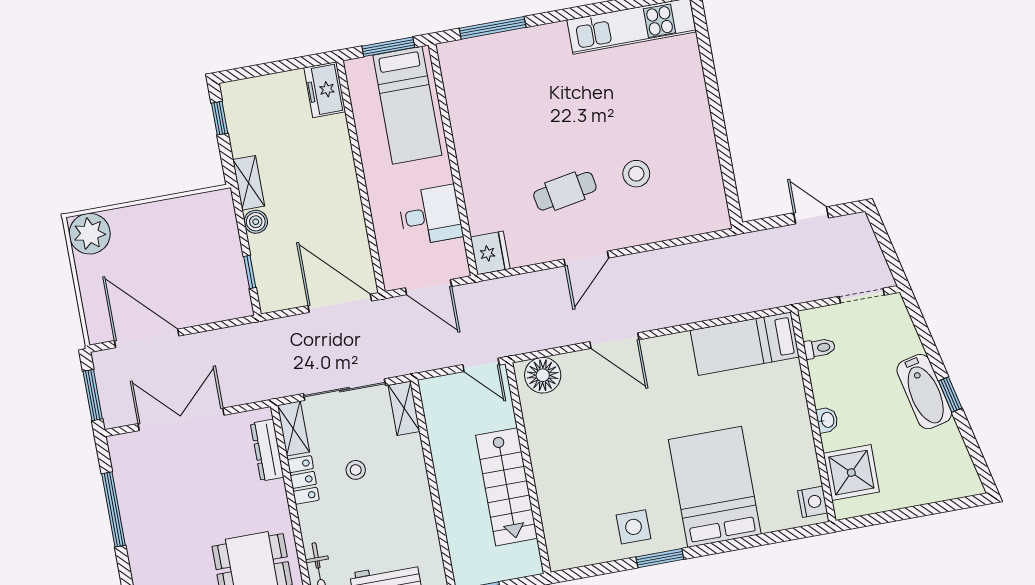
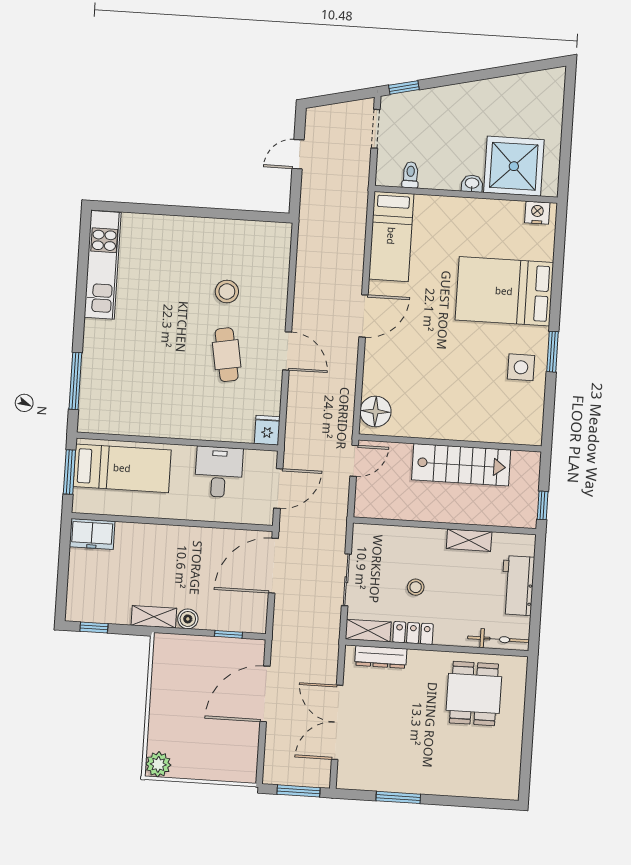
plant: (90, 234) -> (158, 764), width x0.73, depth x0.73
fridge: (490, 253) -> (267, 430), width x0.72
door: (147, 338) -> (265, 694), moved
door: (614, 341) -> (363, 316), moved
sliding door: (345, 390) -> (346, 580), width x0.73
bathtub: (924, 392) -> (469, 97), removed
window: (950, 395) -> (404, 87), moved
shelving: (404, 408) -> (469, 540), moved
shower: (851, 473) -> (514, 166), width x1.37, depth x1.37
window: (113, 509) -> (398, 797), width x0.69

